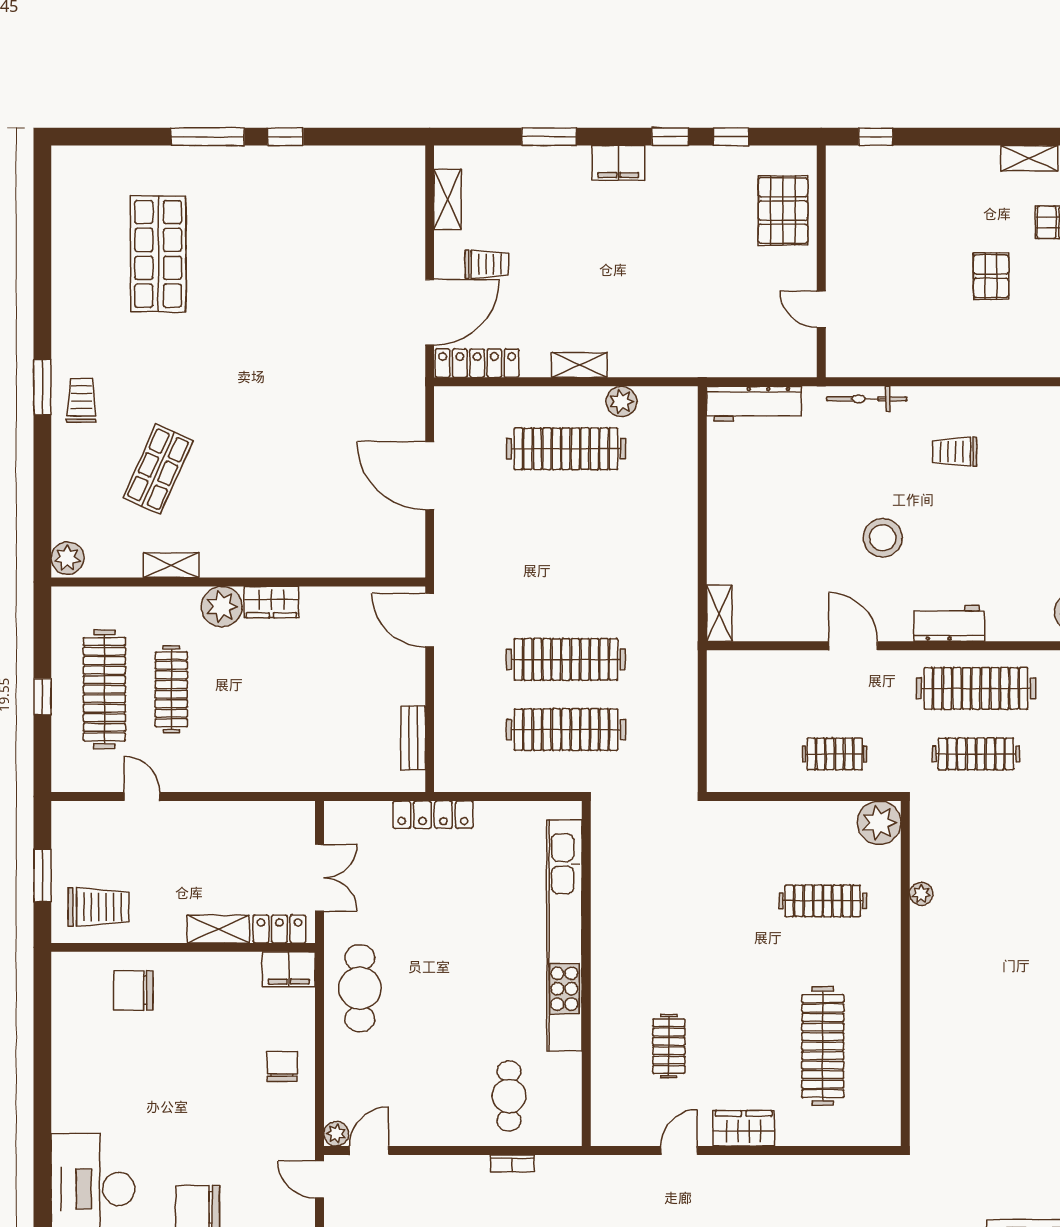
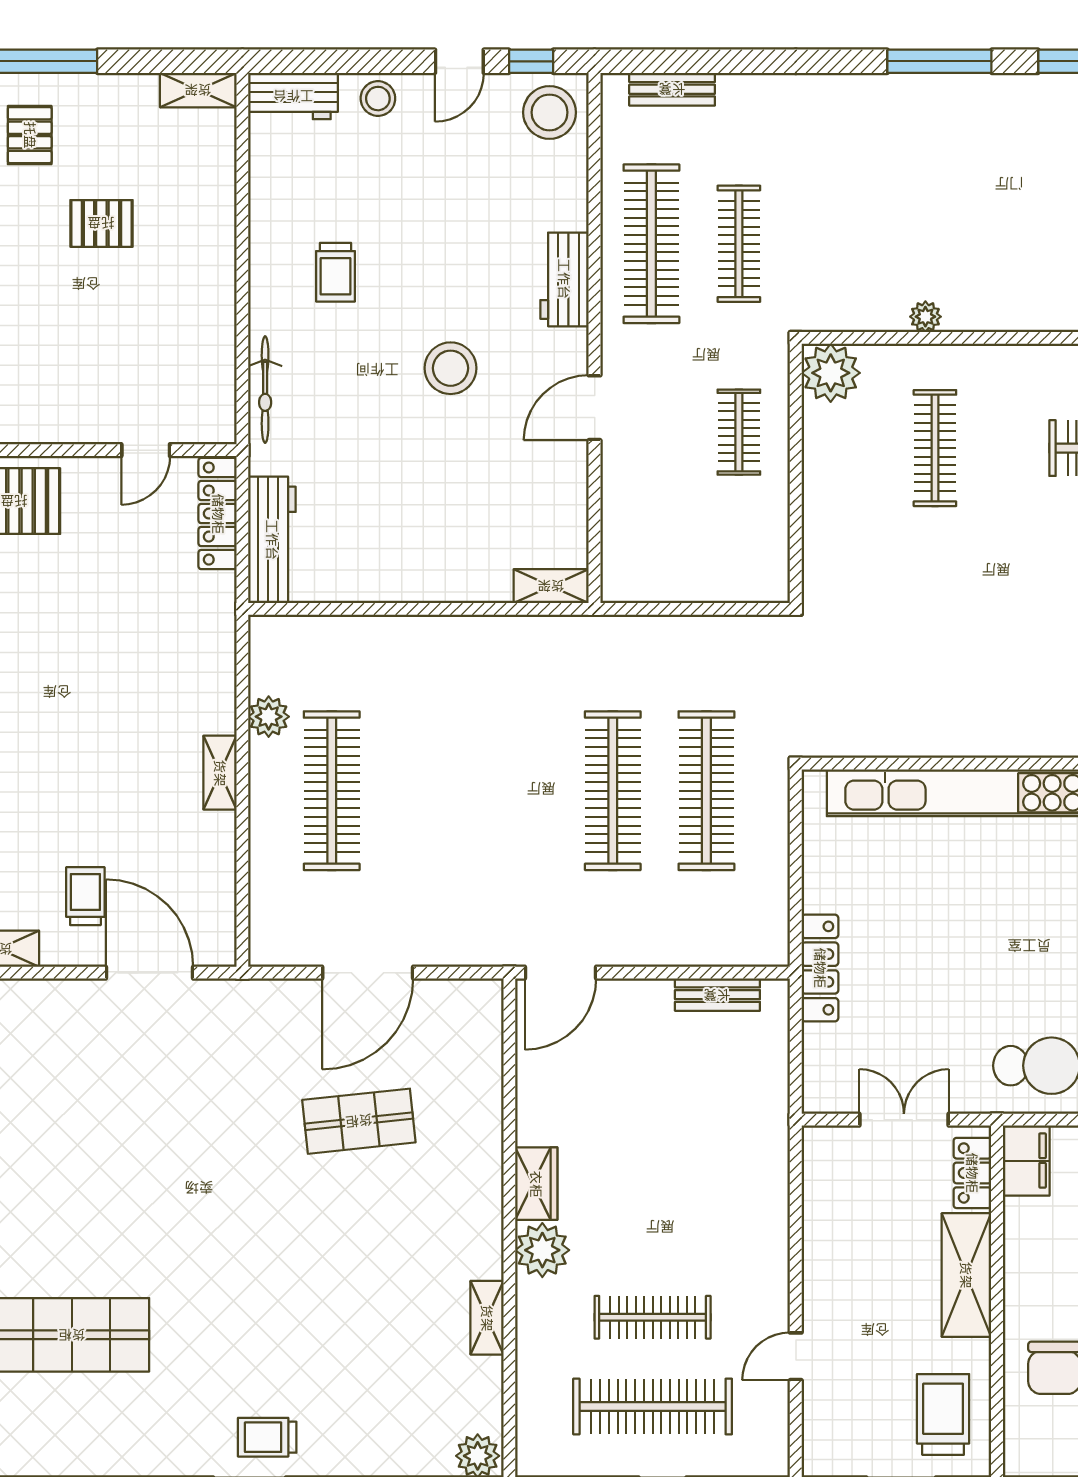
locker: (477, 363) -> (218, 514), moved
shop shelf: (158, 469) -> (359, 1121), moved, turned -30
shelving: (218, 929) -> (966, 1275), width x1.50, depth x1.33

